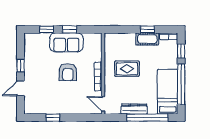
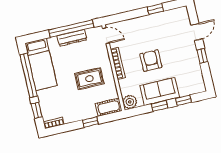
window: (147, 29) -> (90, 122), moved
plant: (95, 39) -> (130, 102), added
cot: (147, 39) -> (109, 107), moved
window: (147, 118) -> (71, 29), moved

